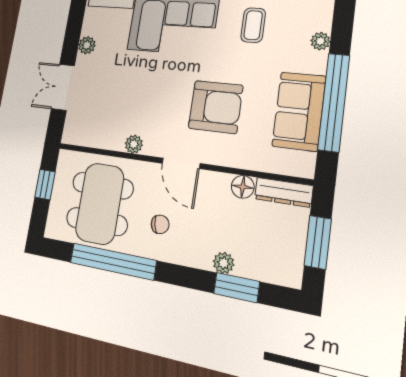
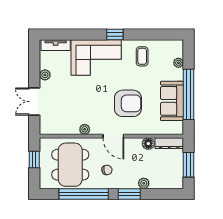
window: (237, 288) -> (129, 194), moved

